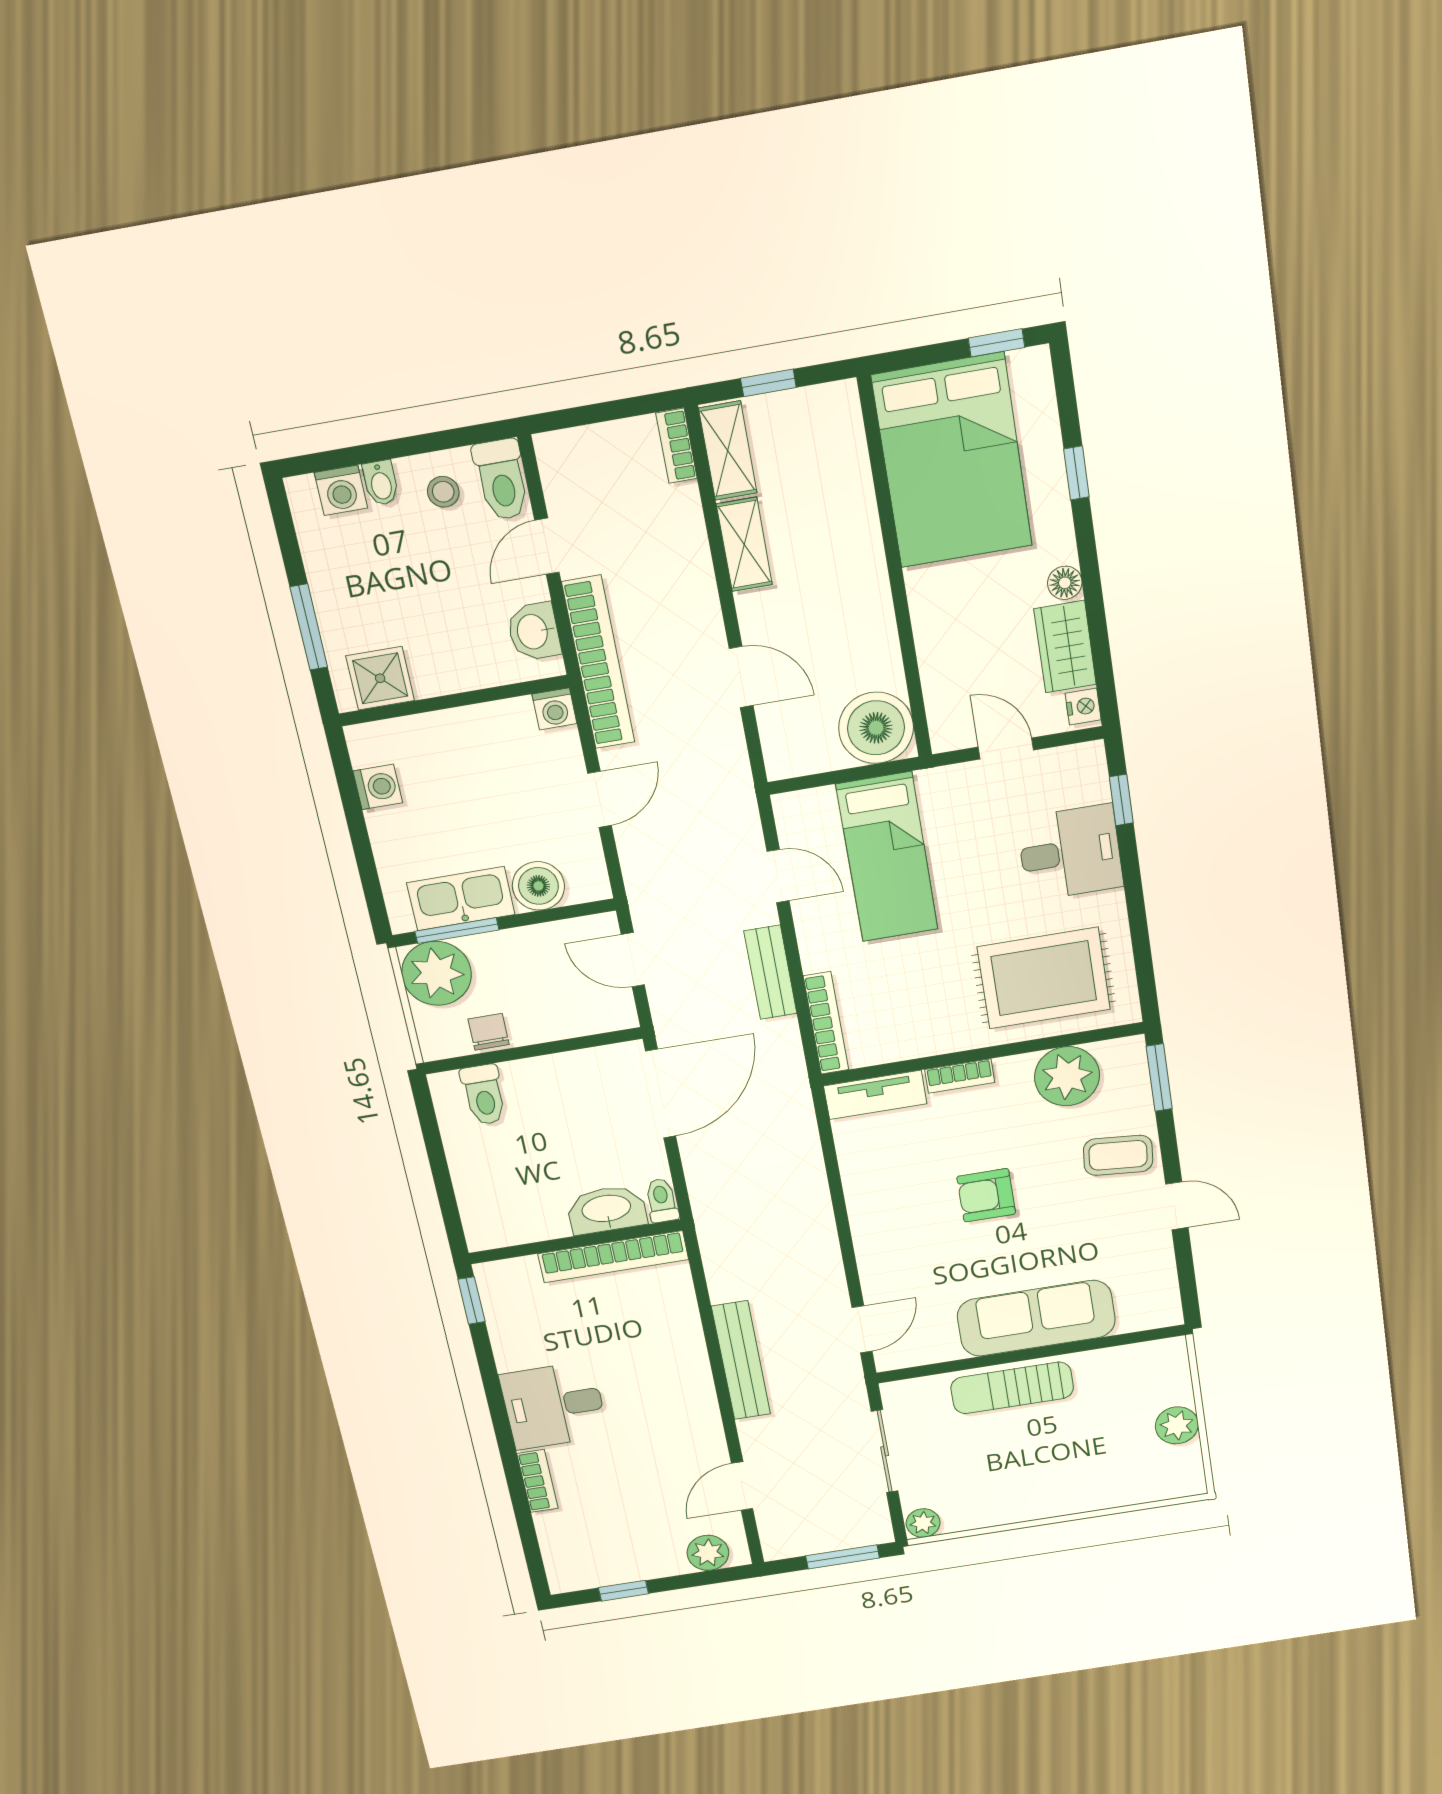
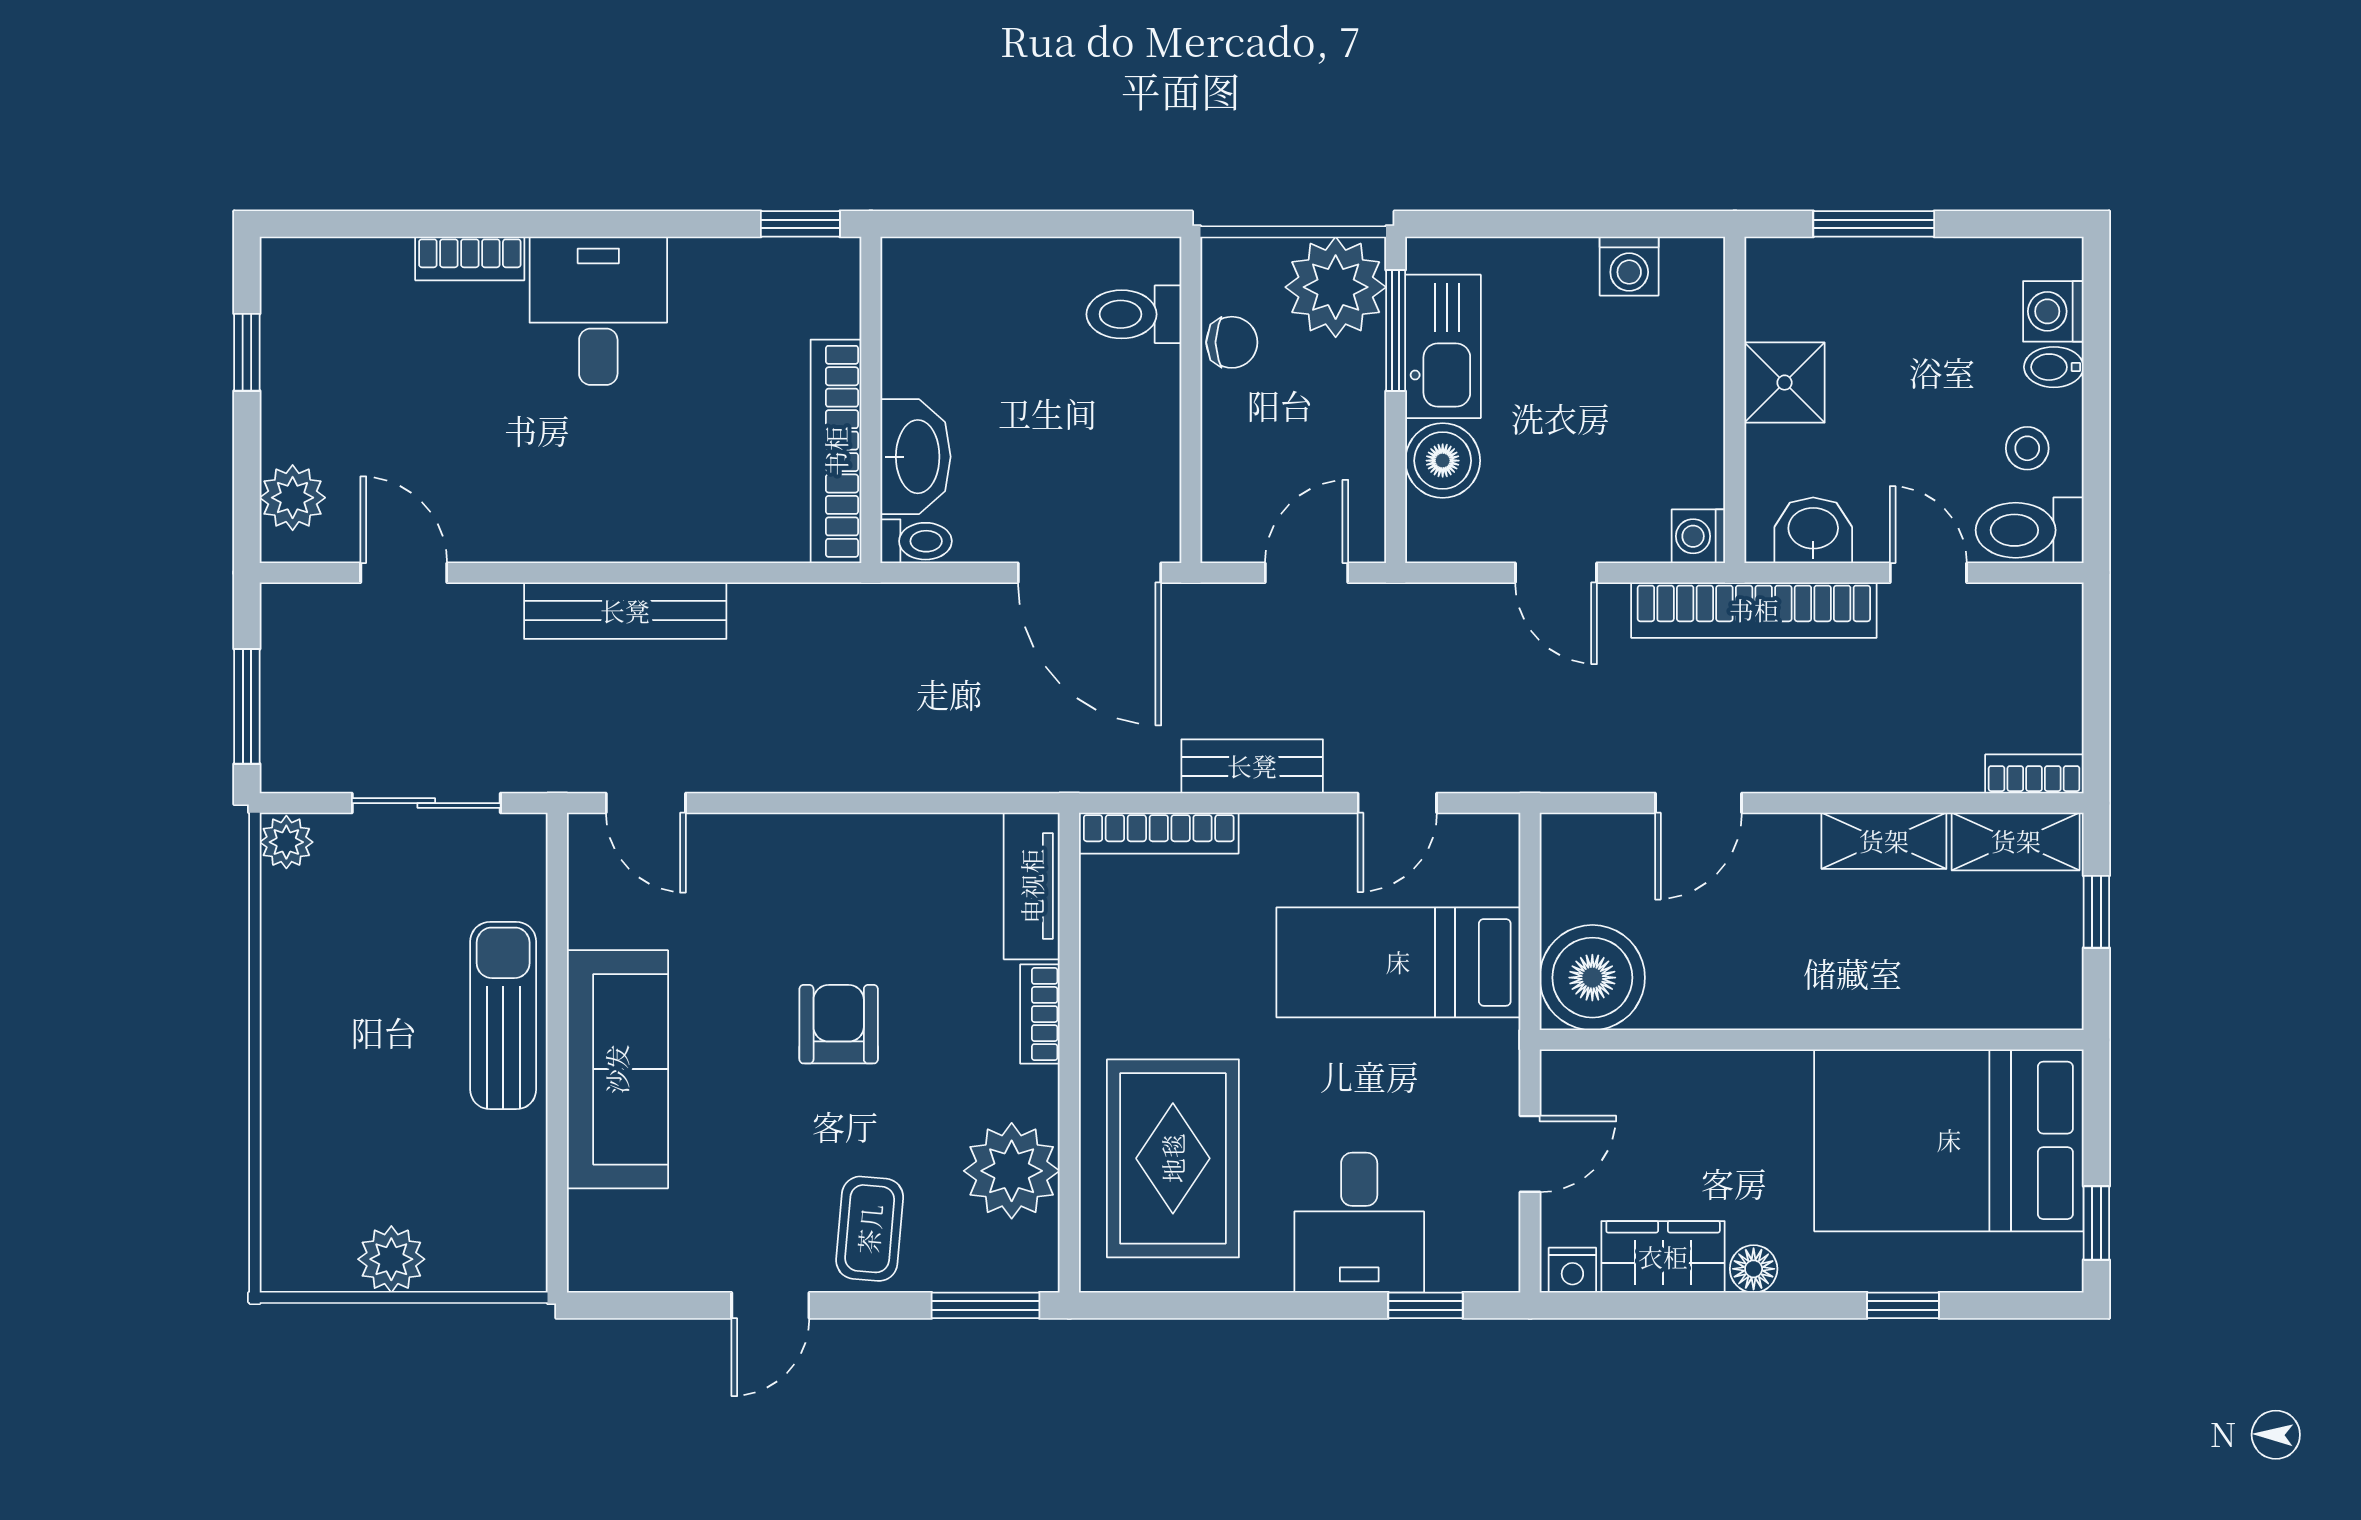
shower: (380, 678) -> (1785, 383), moved

